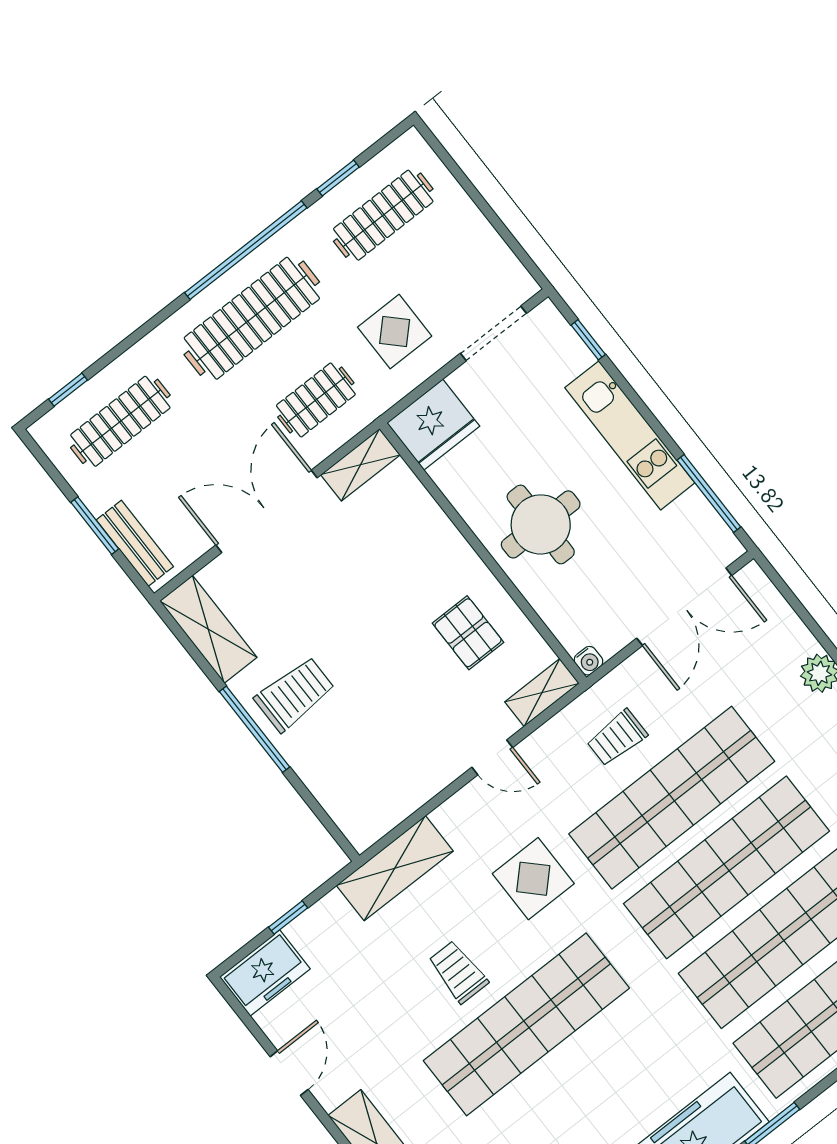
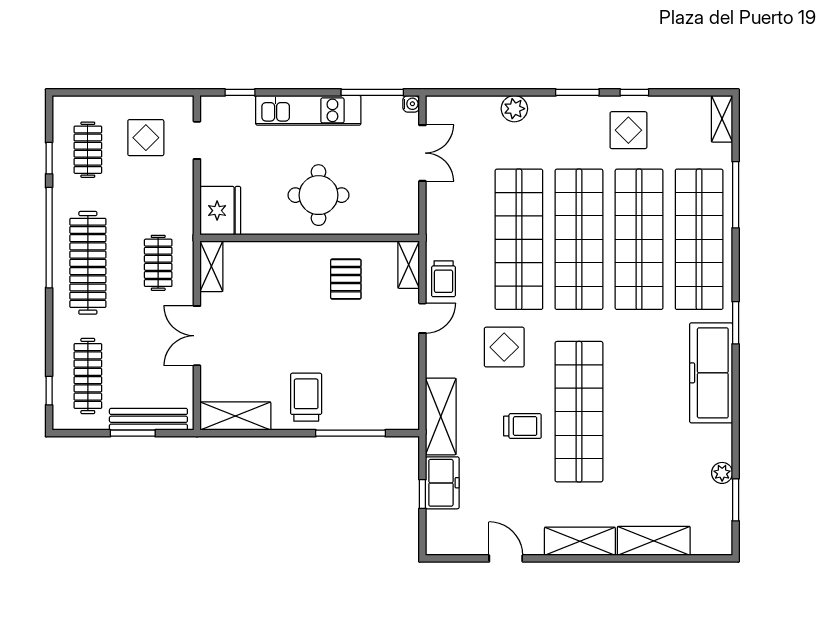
clothes rail: (383, 215) -> (88, 150), width x0.73
display table: (395, 332) -> (146, 138), moved
doorway: (493, 333) -> (197, 140), width x0.73
double door: (267, 511) -> (197, 336), width x0.73
bench: (135, 543) -> (148, 419), width x1.36
double door: (684, 607) -> (422, 153), width x0.73
pallet: (468, 633) -> (346, 279), turned 90
water cooler: (589, 661) -> (411, 104), moved
window: (254, 729) -> (350, 433), moved
trolley: (617, 738) -> (444, 279), moved
trolley: (458, 972) -> (522, 426), turned 180
freezer: (265, 973) -> (442, 483), moved

